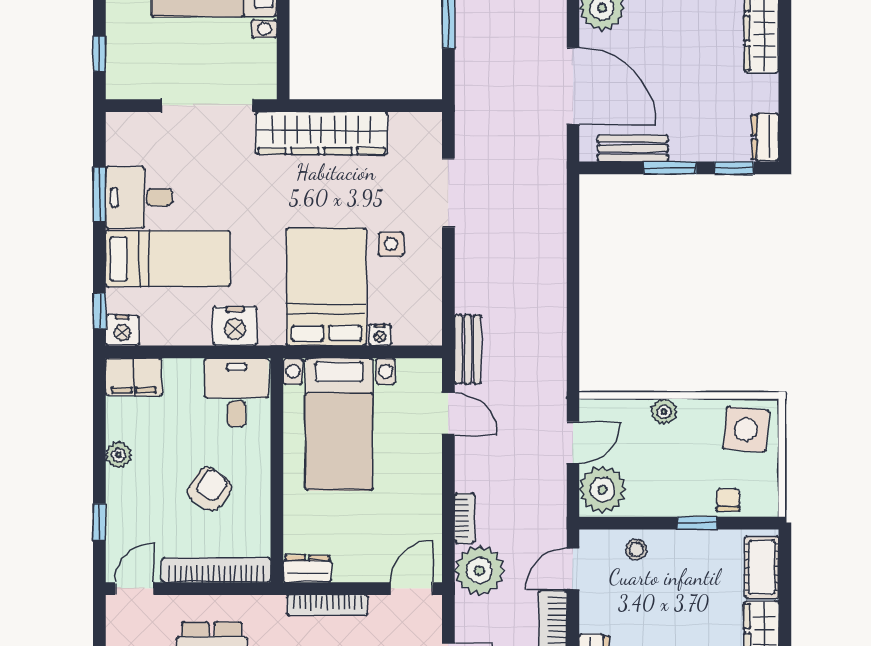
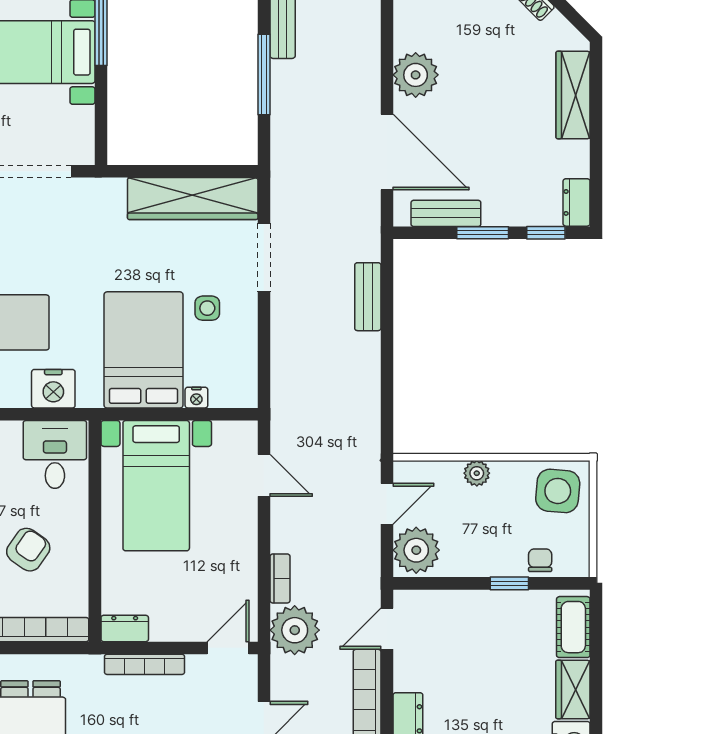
wardrobe: (321, 133) -> (193, 199), moved
bench: (468, 349) -> (368, 297), moved
stool: (636, 550) -> (449, 609), removed

